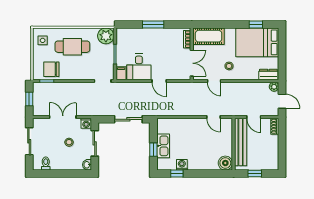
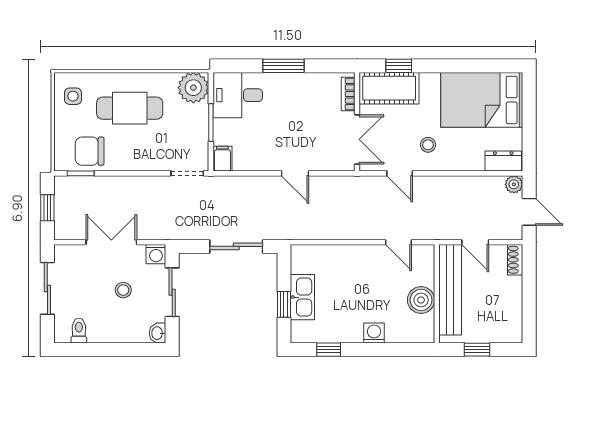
window: (256, 24) -> (399, 66), moved
desk: (139, 67) -> (238, 95), moved, turned 90
boiler: (225, 163) -> (421, 300), moved
washing machine: (182, 165) -> (374, 333), moved

